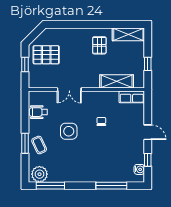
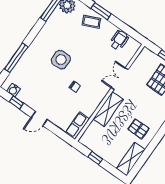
shelving: (117, 81) -> (108, 109), moved
side table: (69, 131) -> (61, 60), moved

